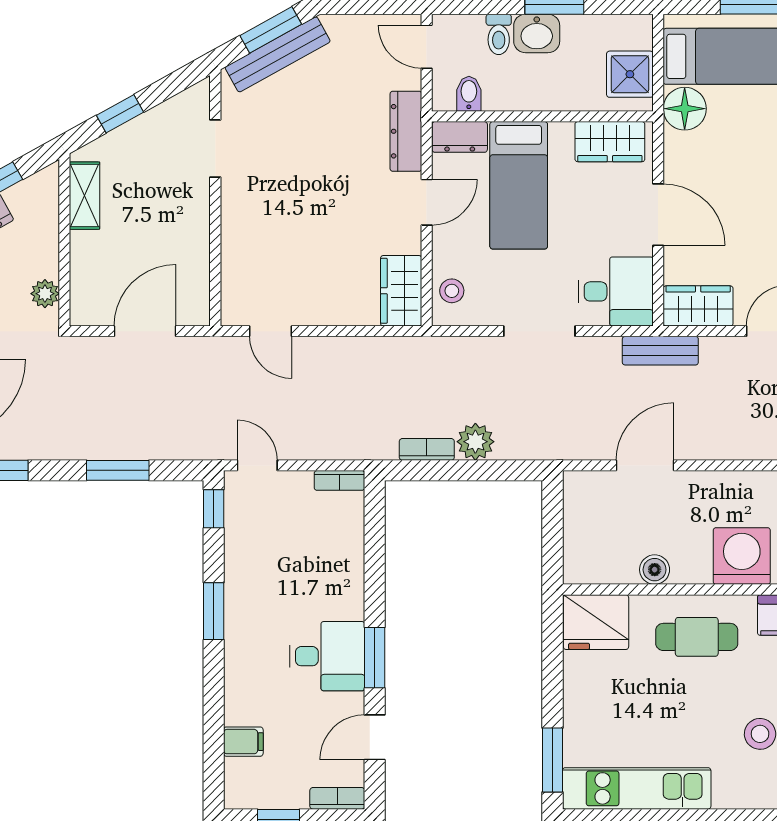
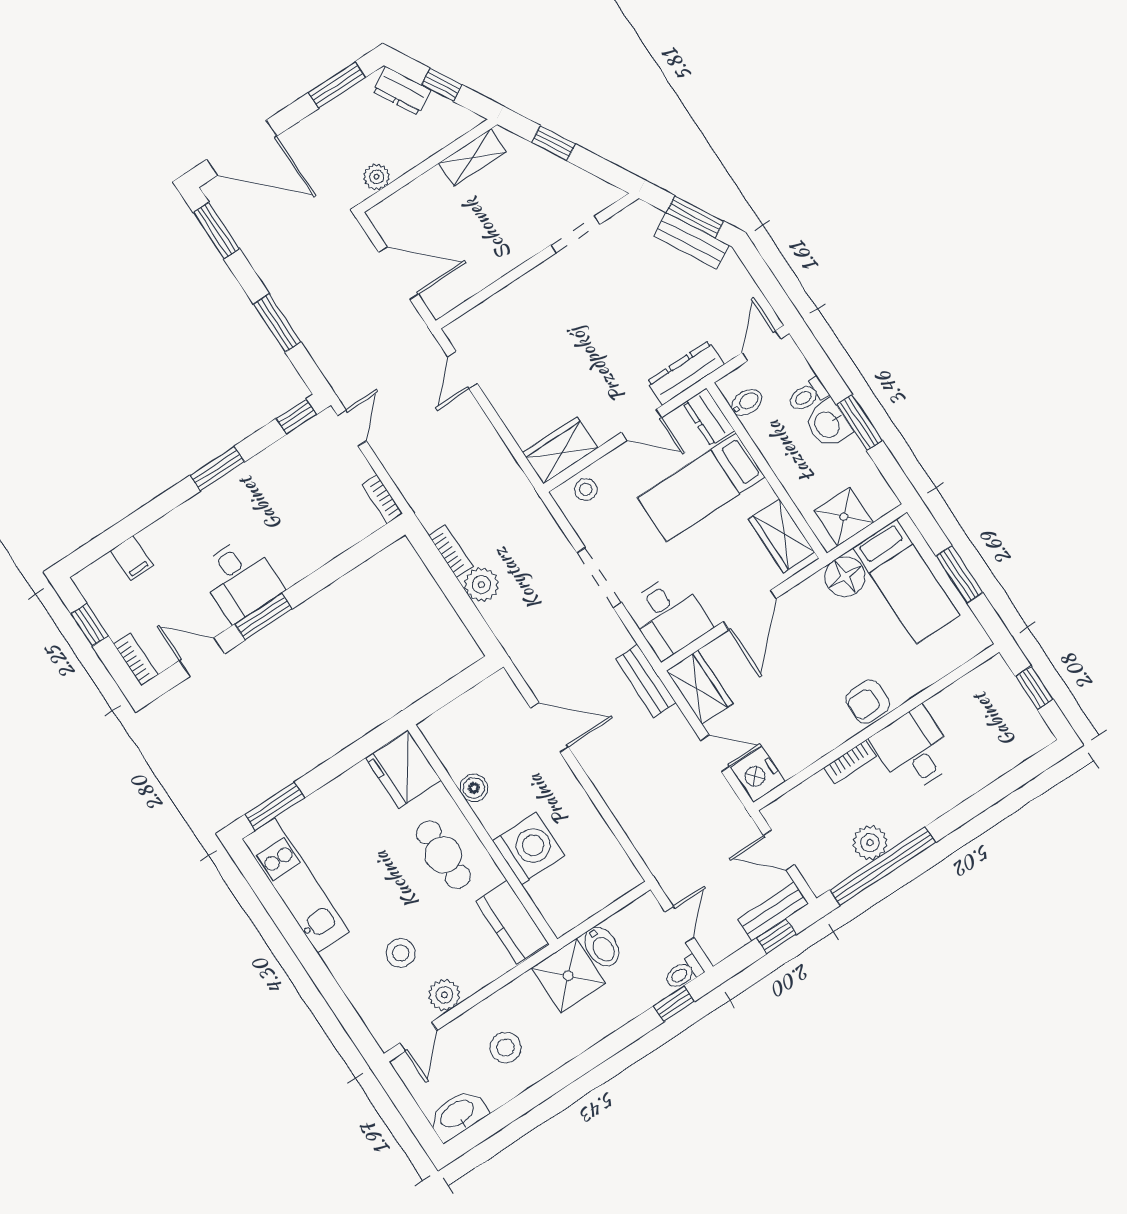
bench: (278, 54) -> (691, 241), width x0.73

